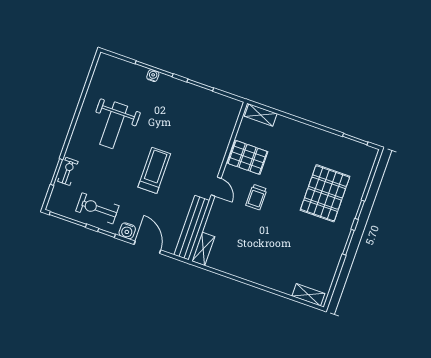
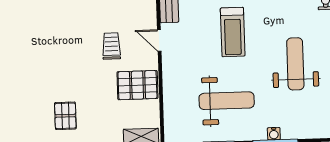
weight bench: (181, 117) -> (227, 101), added
pallet: (325, 193) -> (65, 116), moved, width x0.49, depth x0.50

